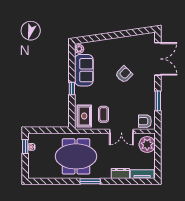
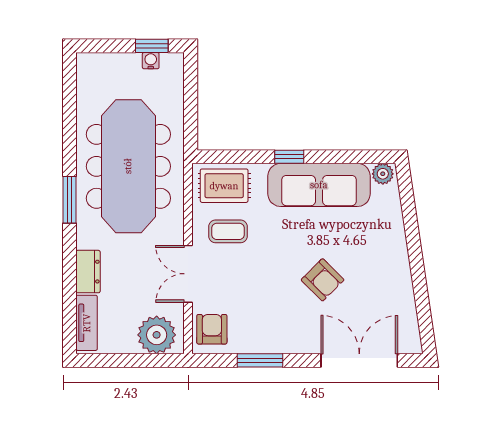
double door: (158, 59) -> (359, 360), swing flipped
sofa: (84, 70) -> (319, 185), width x1.36
meeting table: (76, 156) -> (128, 166), width x1.36

